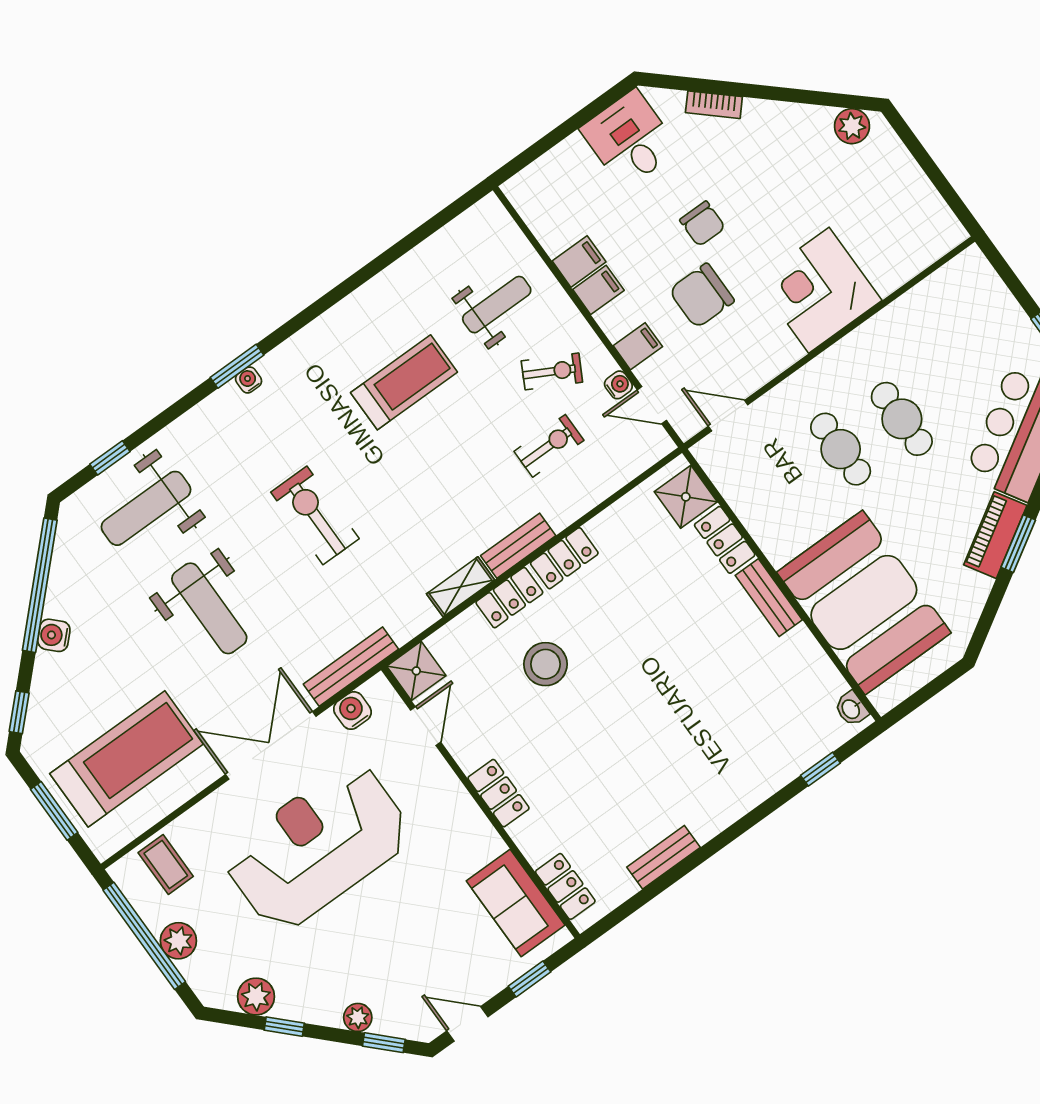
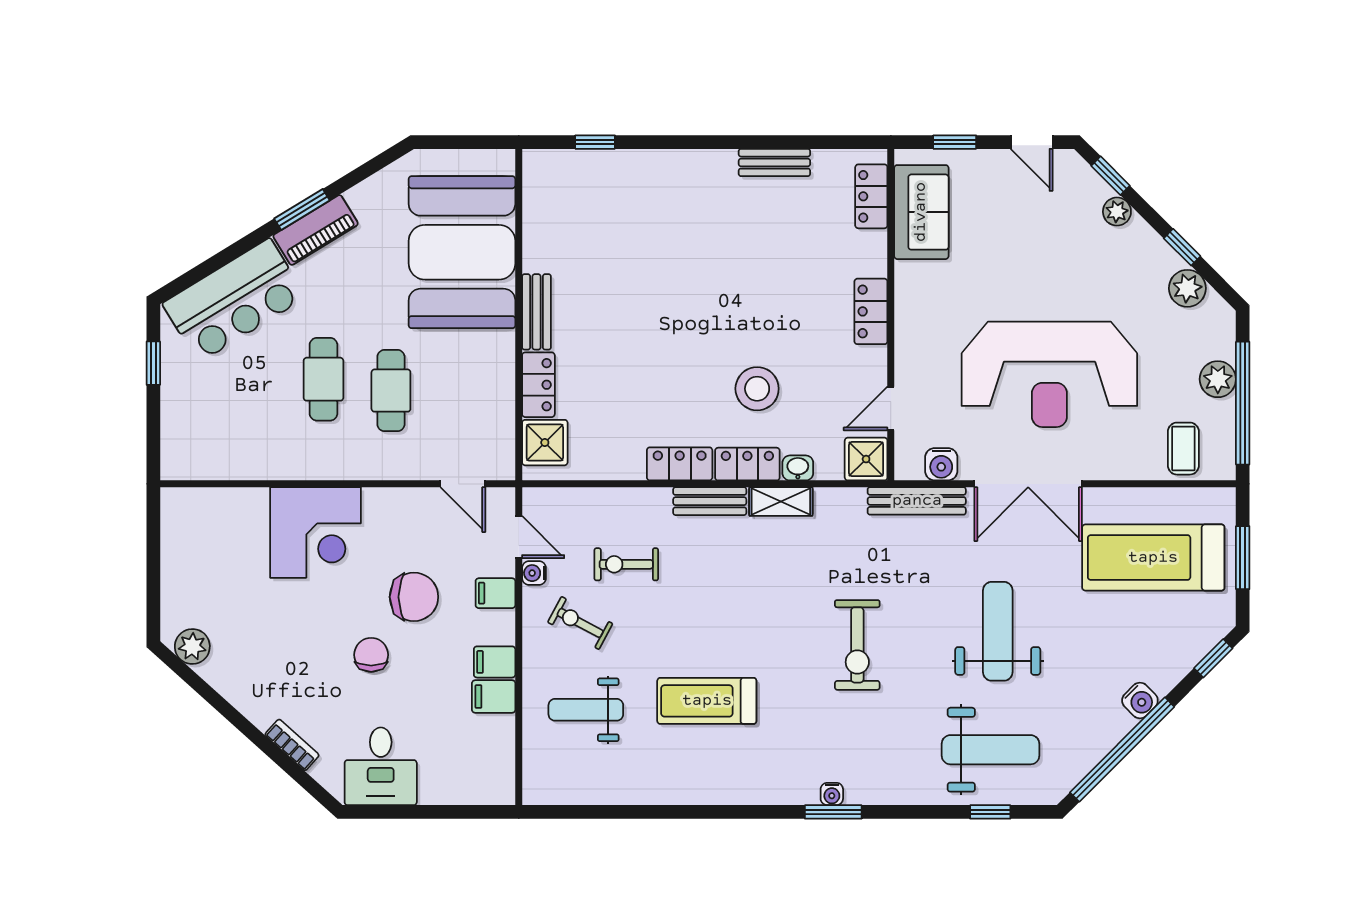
washbasin: (851, 709) -> (798, 468), moved, turned -90

